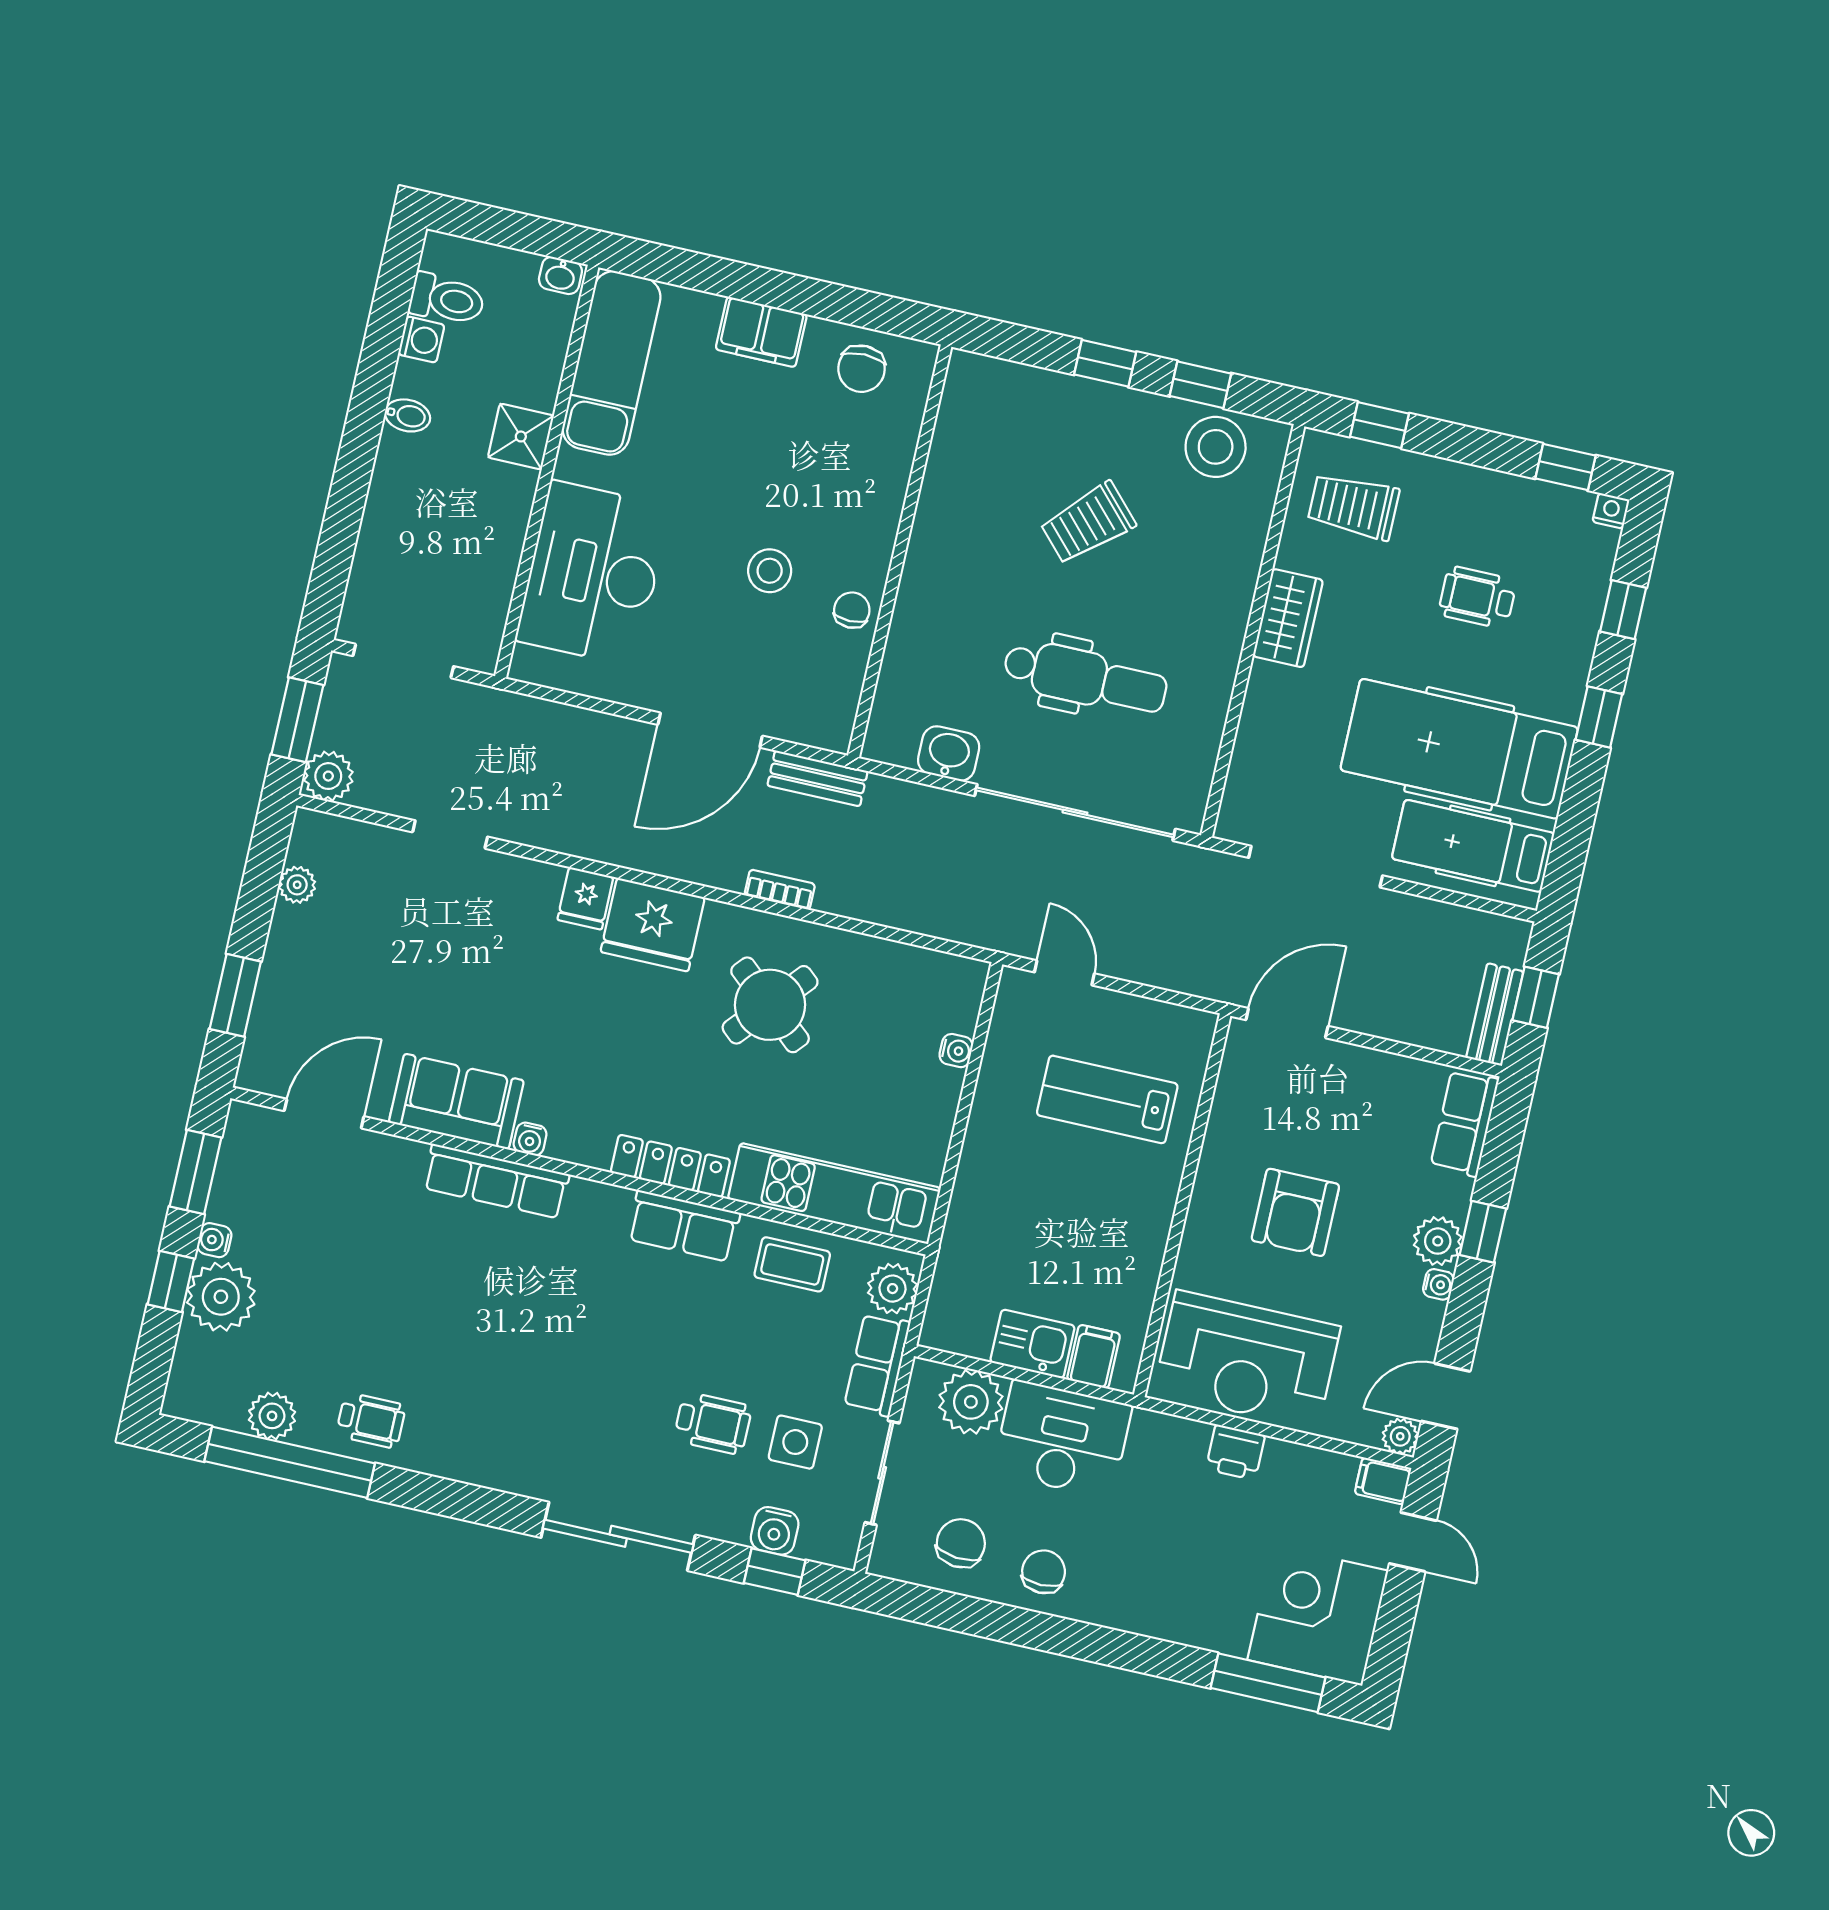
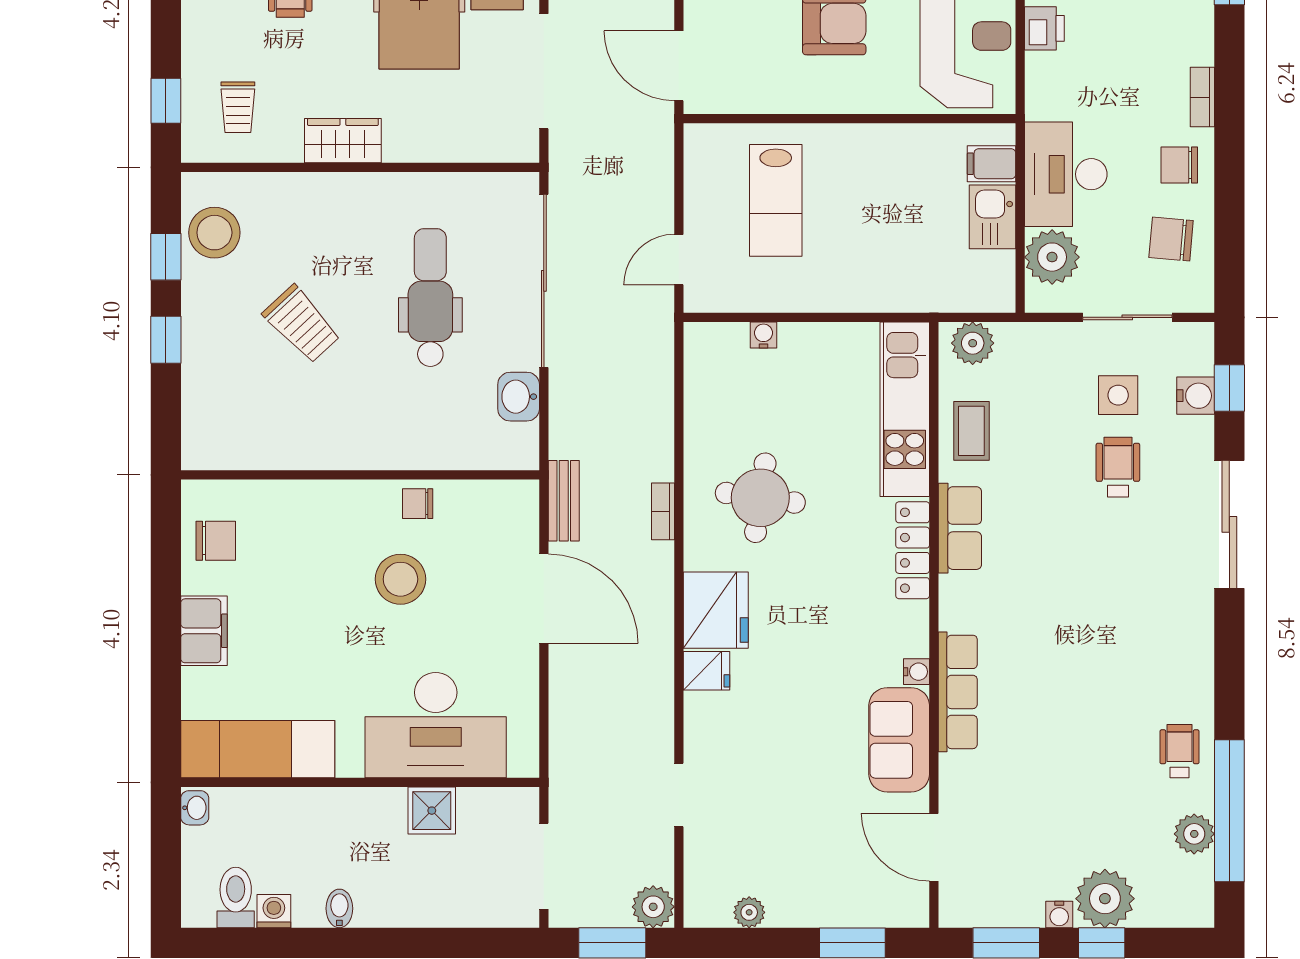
shower: (521, 436) -> (432, 811), moved
trolley: (1353, 506) -> (238, 107), width x0.73, depth x0.72
stool: (770, 571) -> (400, 579), width x1.38, depth x1.38
round table: (770, 1005) -> (760, 498), turned -33
row of seats: (877, 1364) -> (1039, 342), removed
bookcase: (1116, 1616) -> (1202, 97), added

